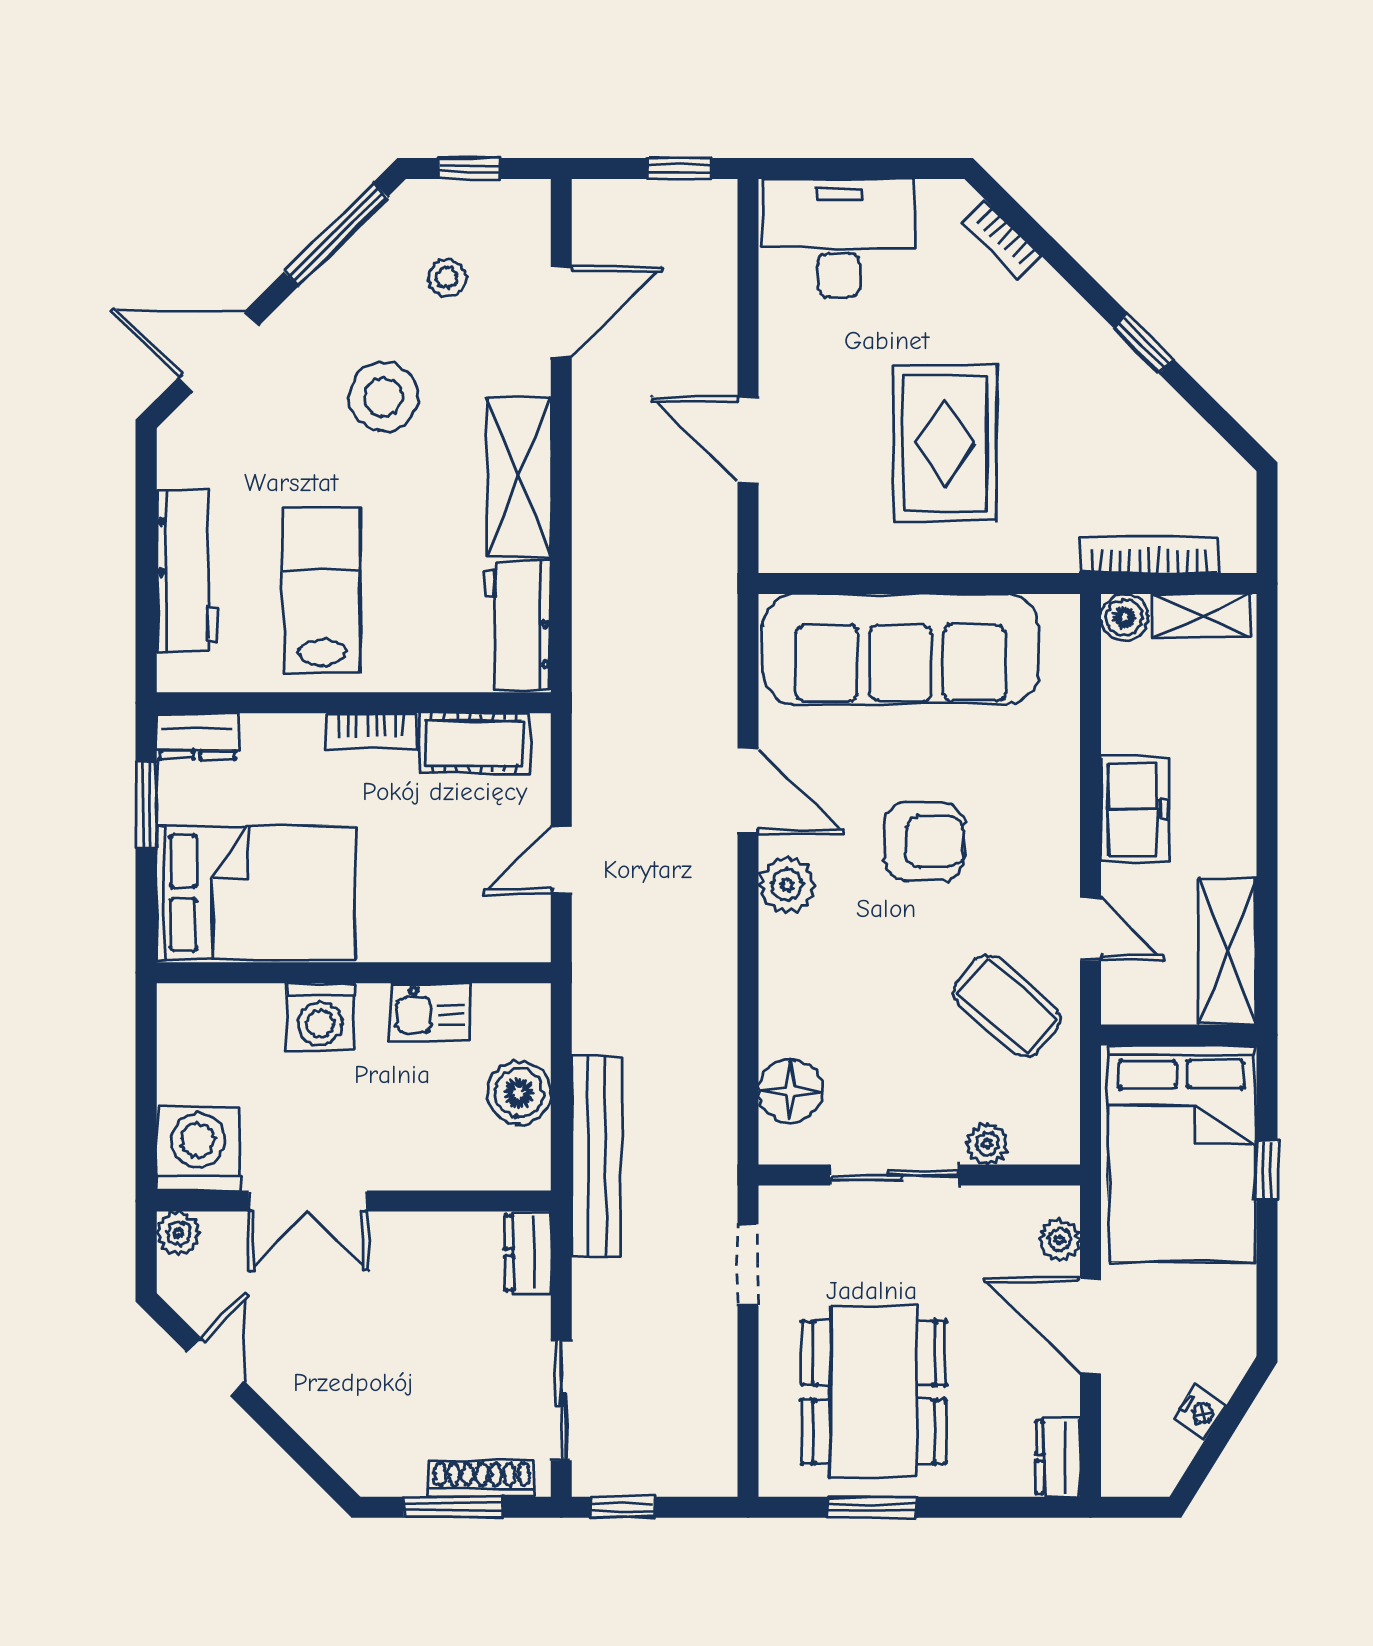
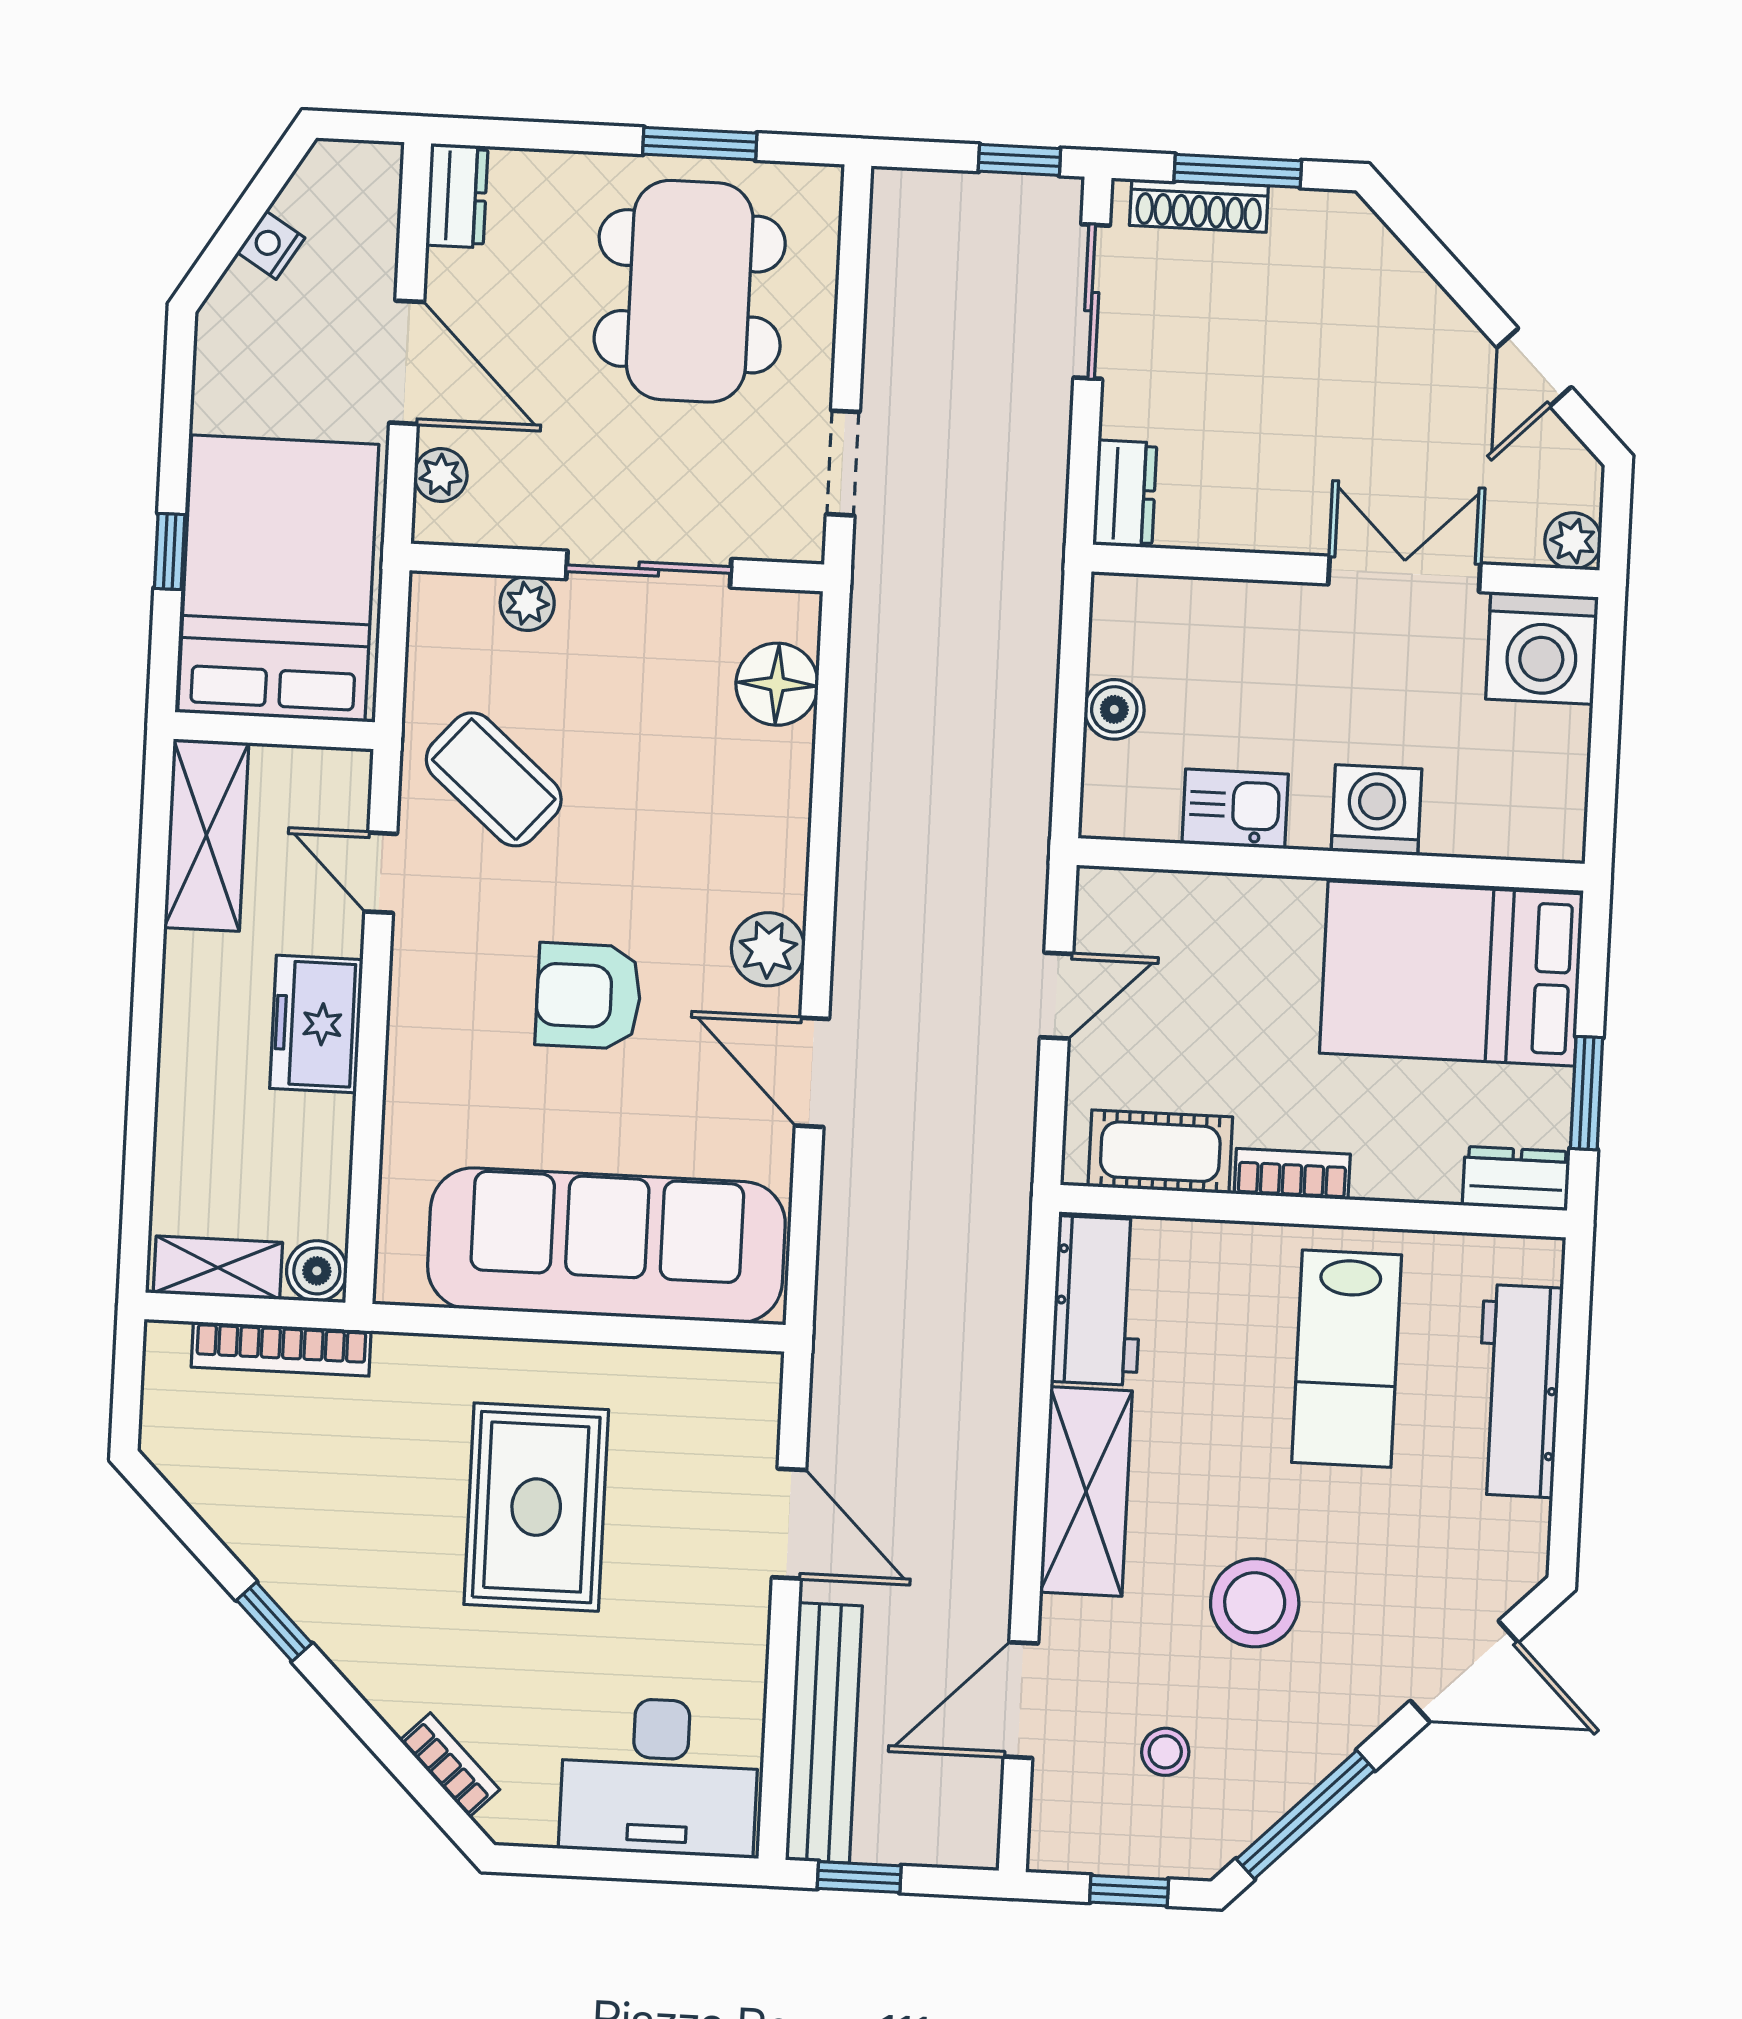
boiler: (519, 1093) -> (1114, 709), width x0.73, depth x0.73
bench: (597, 1156) -> (824, 1733), moved

